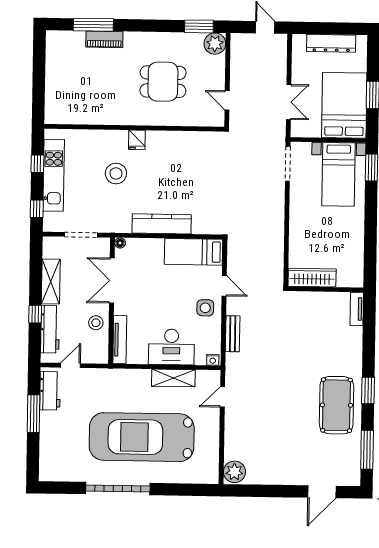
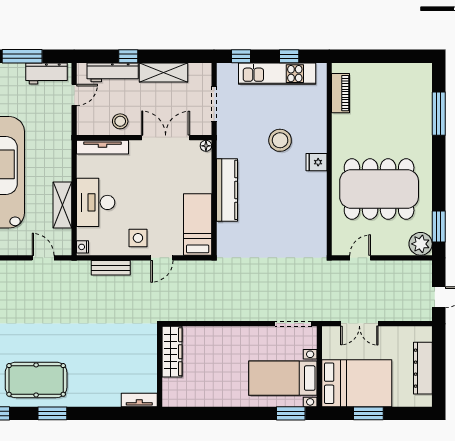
piano: (104, 39) -> (341, 93), moved, turned 180
dining table: (163, 82) -> (379, 189), width x1.88, depth x1.24
door: (70, 365) -> (74, 95), hinge flipped

